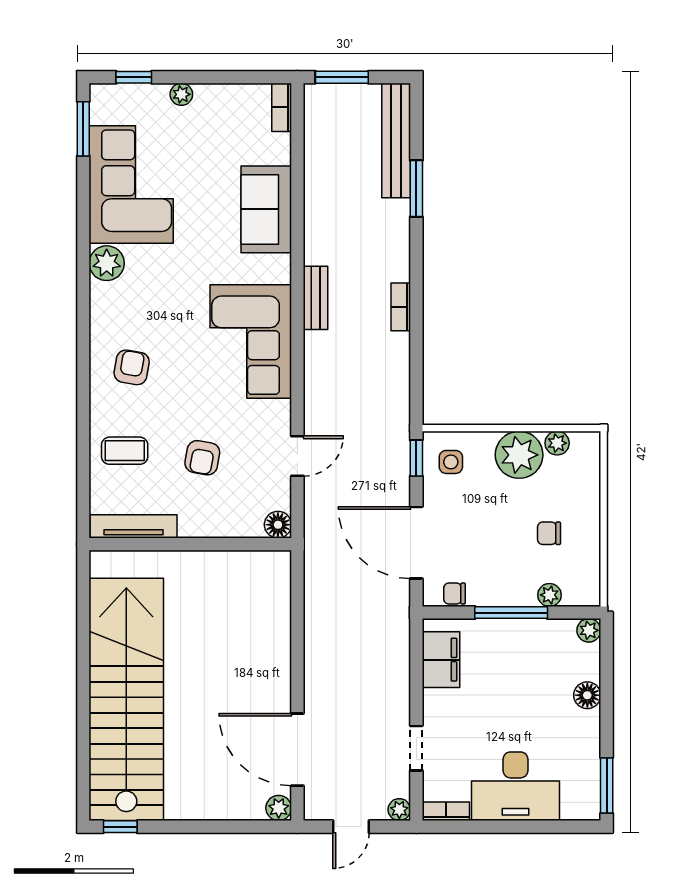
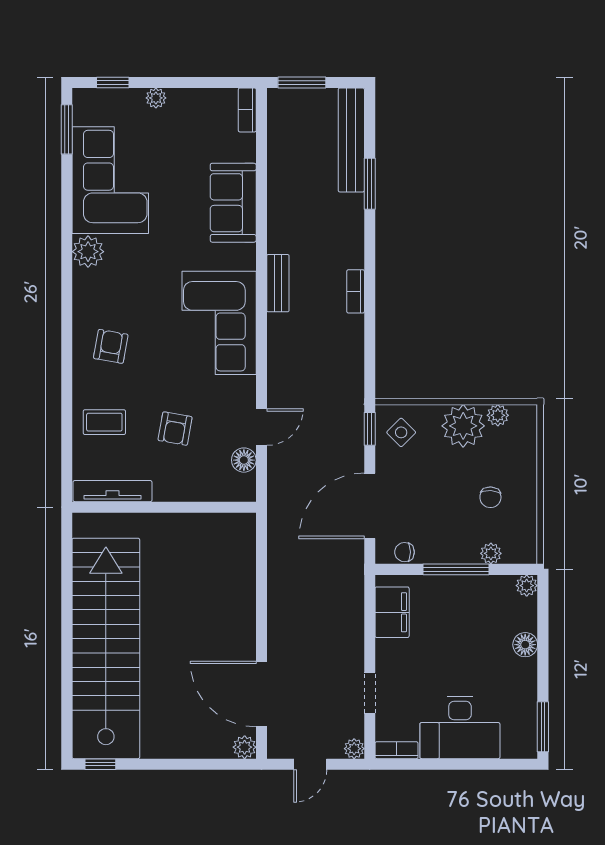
side table: (451, 462) -> (401, 432), turned 45
floor lamp: (278, 525) -> (244, 460), moved
chair: (549, 533) -> (490, 497), turned -87
door: (416, 543) -> (370, 506), hinge flipped

